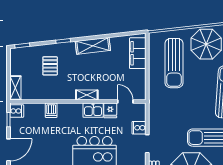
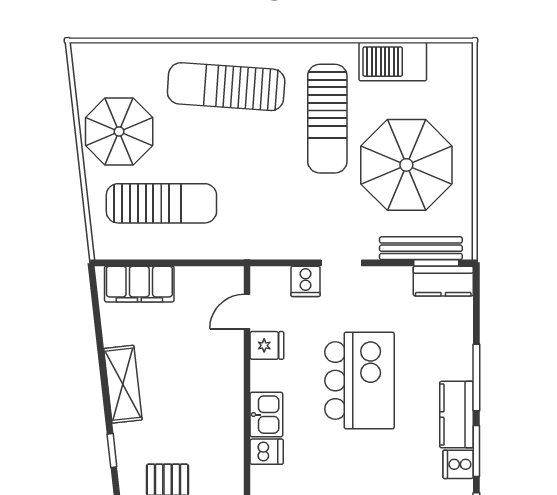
shelving: (87, 95) -> (233, 398), removed
dishwasher: (51, 110) -> (267, 452), moved
kitchen sink: (93, 110) -> (266, 415), moved

